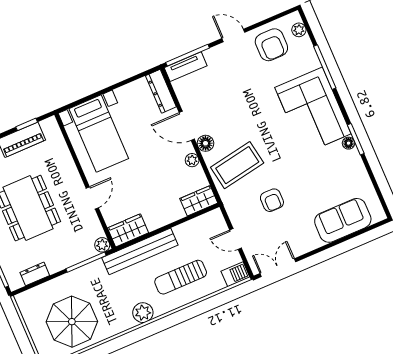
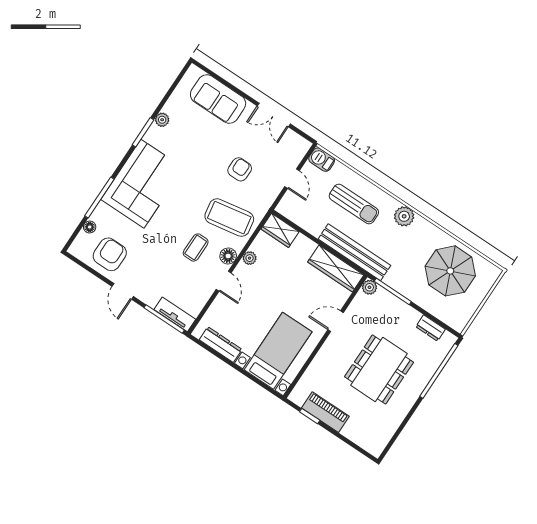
plant: (299, 30) -> (162, 120), moved
dresser: (161, 91) -> (221, 344), moved, turned -90
coffee table: (230, 121) -> (196, 248), added
door: (187, 126) -> (224, 281), width x0.73
floor lamp: (349, 143) -> (90, 227), moved
wardrobe: (128, 230) -> (336, 269), width x1.50
double door: (278, 268) -> (274, 115), moved

